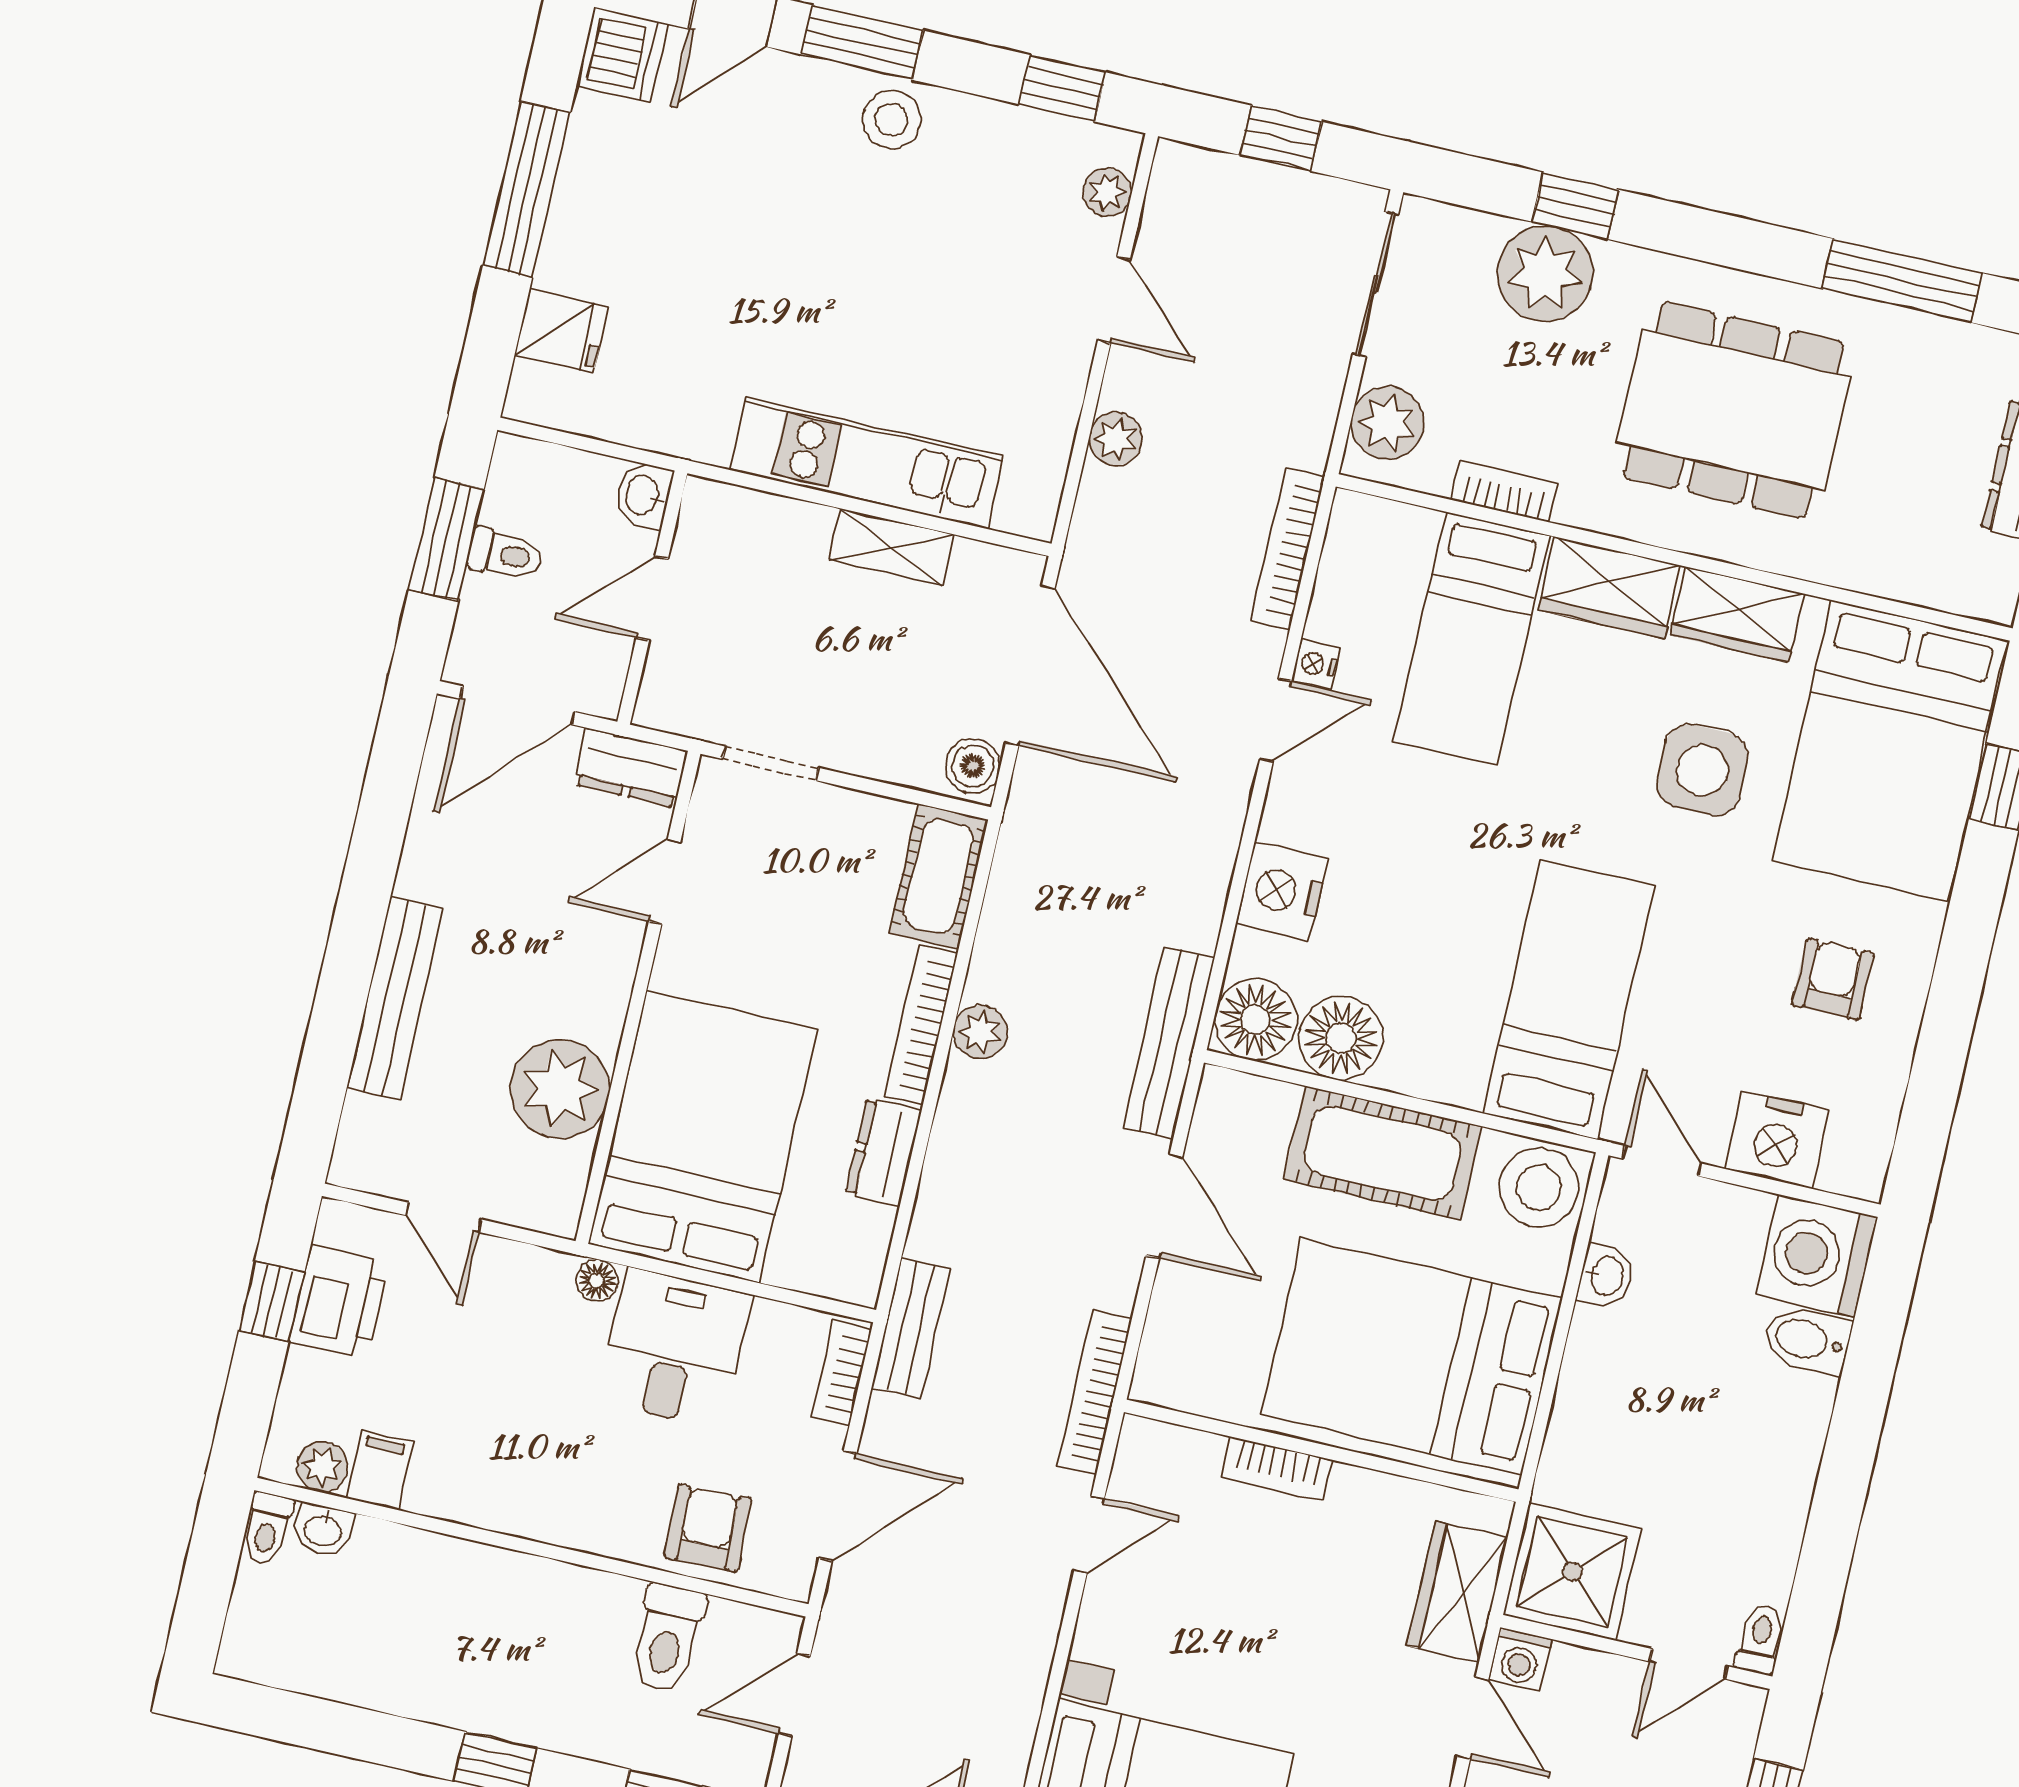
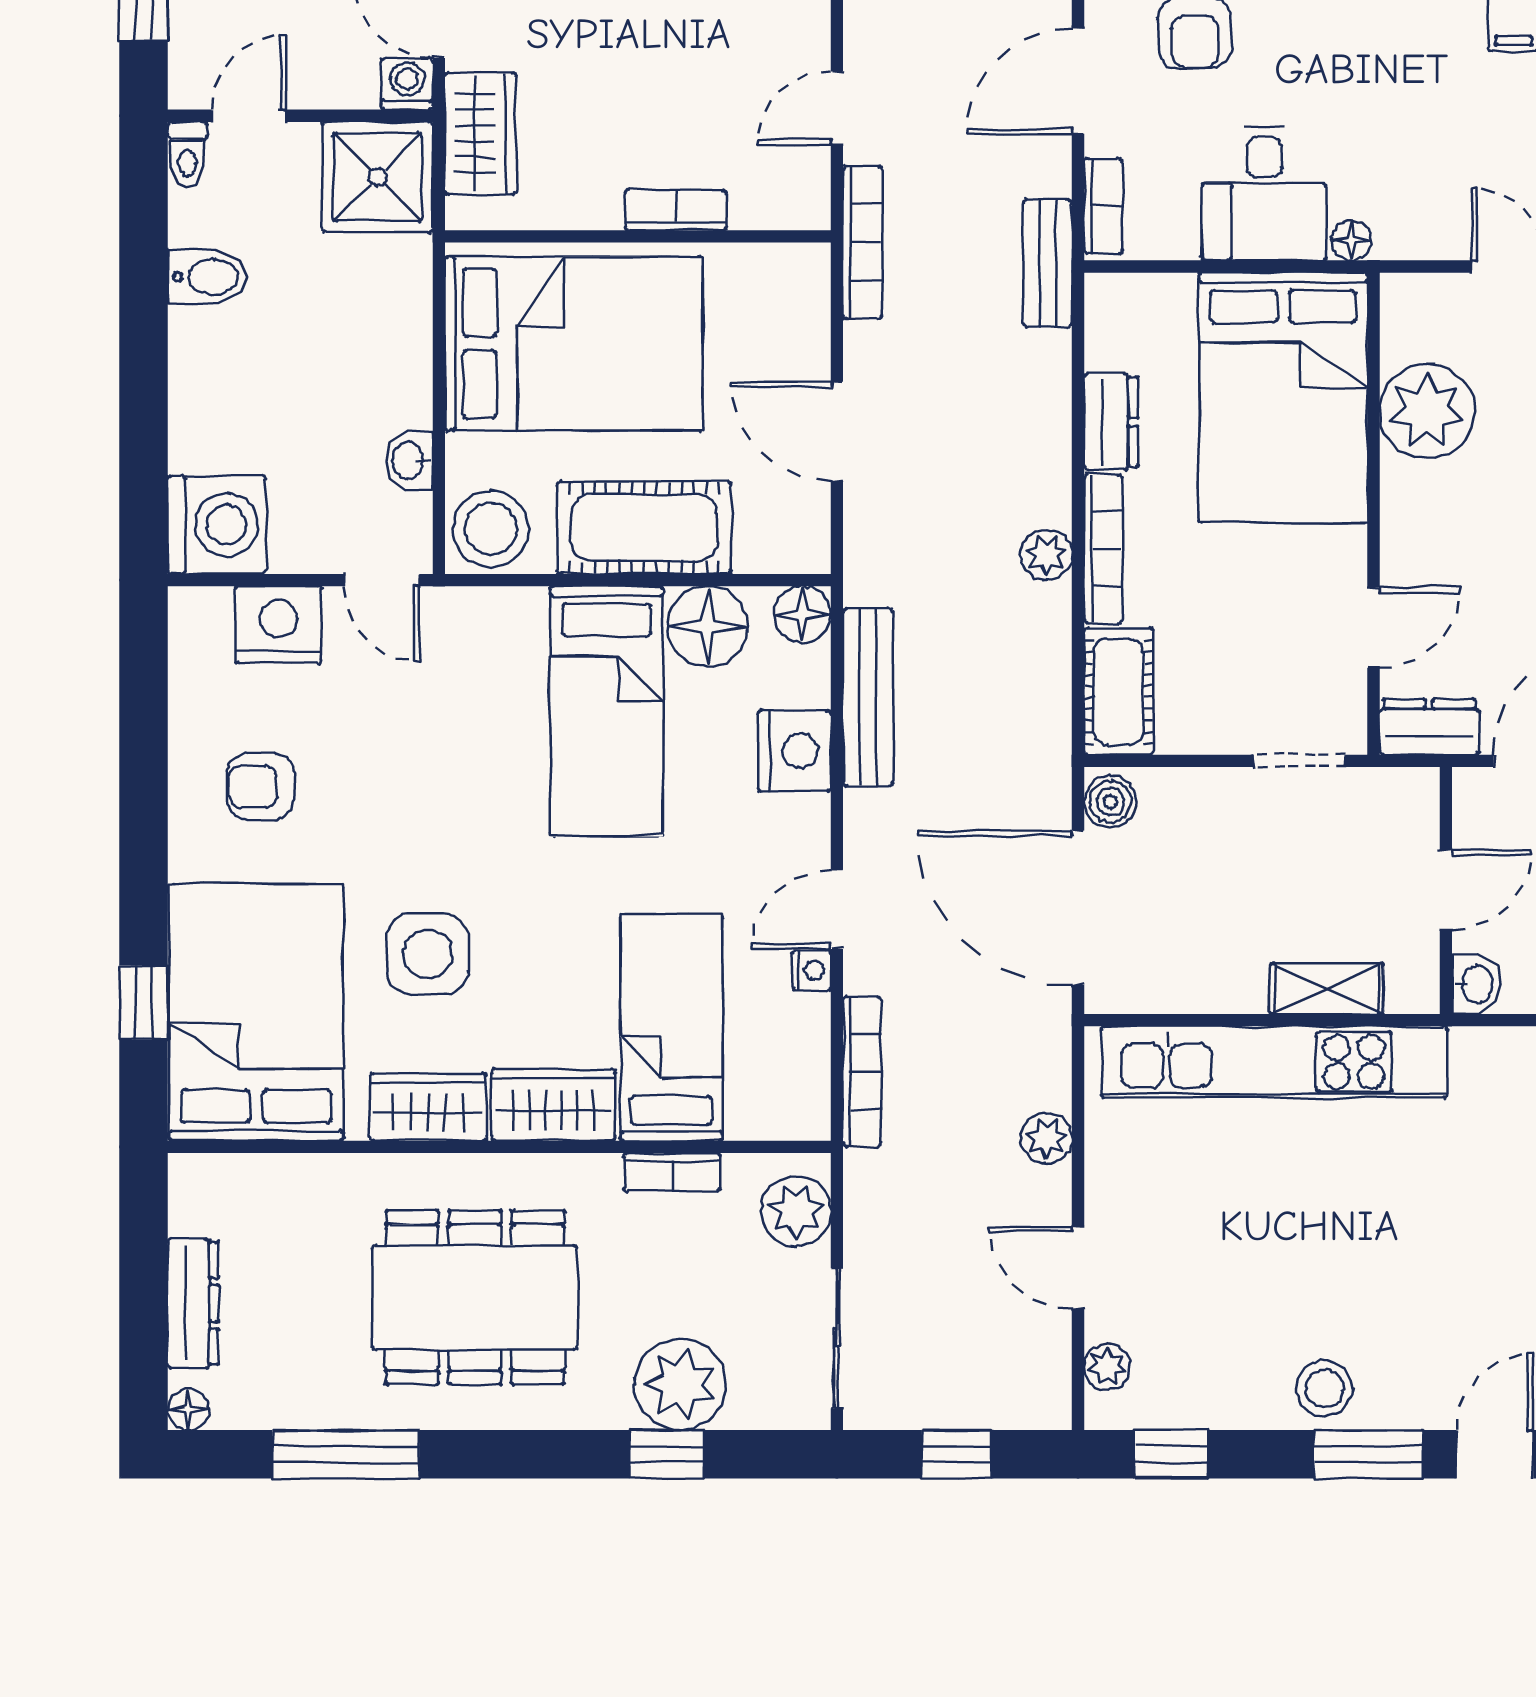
kitchen unit: (867, 463) -> (1274, 1062), width x1.36
shelving: (892, 547) -> (1327, 989), moved
armchair: (1833, 979) -> (261, 787), turned 90
bed: (1569, 999) -> (607, 711), moved
floor lamp: (1255, 1020) -> (802, 614), width x0.73, depth x0.73
bench: (1169, 1043) -> (868, 697), moved
bidet: (1807, 1340) -> (207, 277), moved

